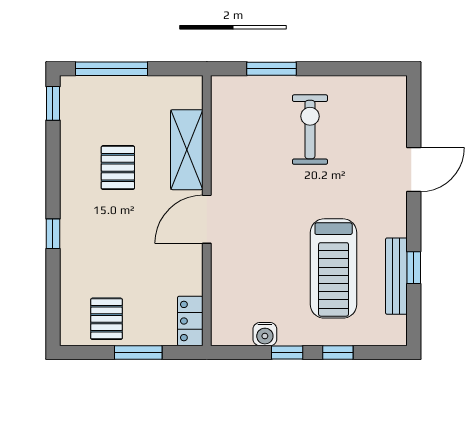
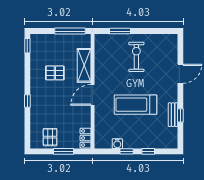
window: (112, 69) -> (70, 31), moved
pallet: (118, 168) -> (55, 73), turned 90
treadmill: (334, 268) -> (136, 105), moved, turned 90
bench: (396, 276) -> (173, 115), width x0.73

